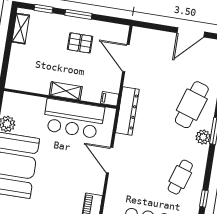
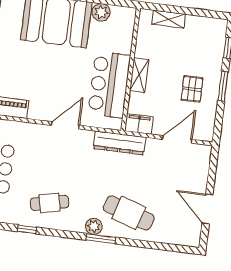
shelving: (21, 29) -> (169, 19), moved
filing cabinet: (110, 99) -> (139, 124), width x2.00
cafe table: (180, 177) -> (50, 203), turned -30

